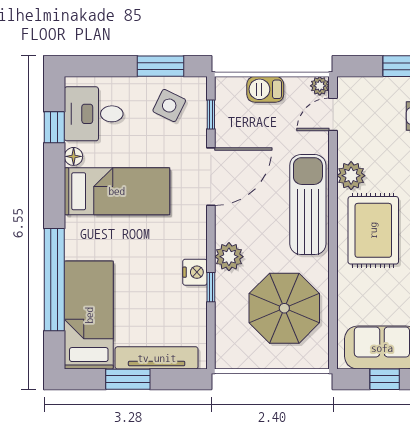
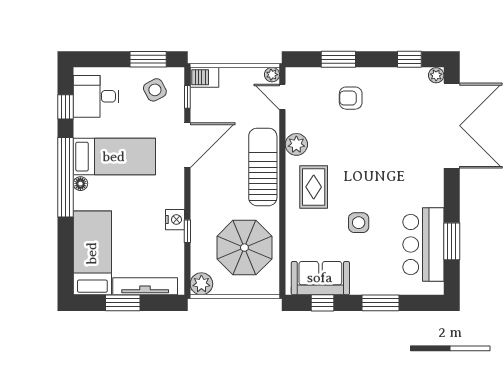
barbecue: (265, 89) -> (204, 77), moved
side table: (169, 106) -> (155, 90), turned 36
door: (333, 114) -> (282, 97), hinge flipped
floor lamp: (74, 156) -> (80, 184), moved
rug: (373, 230) -> (314, 187), width x0.73, depth x0.70
plant: (229, 257) -> (201, 284), moved
window: (54, 280) -> (66, 177), moved

